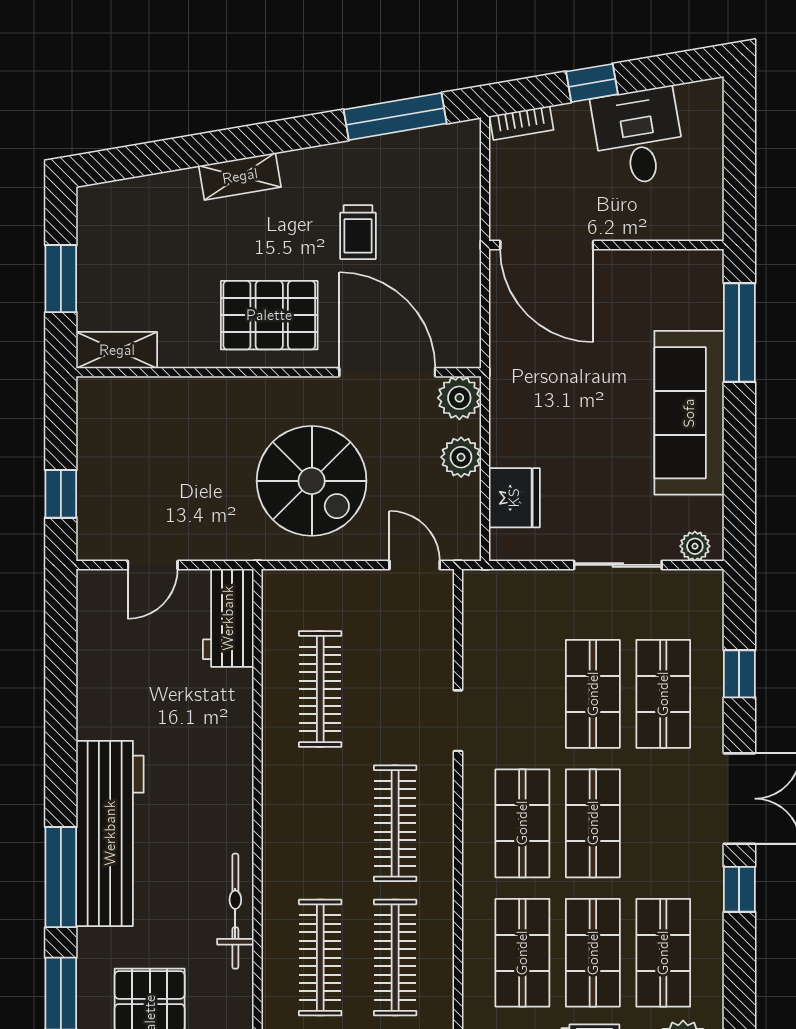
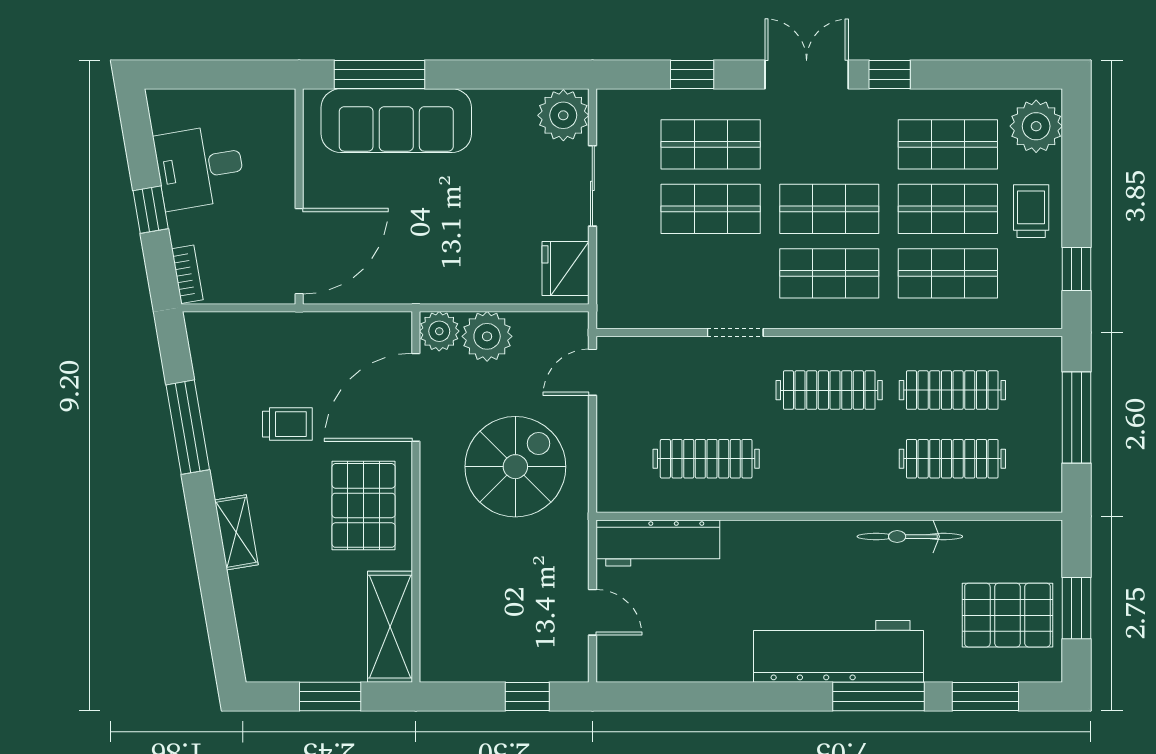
window: (395, 117) -> (188, 427), moved
shelving: (117, 350) -> (390, 627), width x1.50, depth x1.33
sofa: (689, 413) -> (396, 121), moved
plant: (461, 457) -> (487, 336), width x1.36, depth x1.36
fridge: (514, 498) -> (566, 269), moved, turned -90
plant: (695, 546) -> (563, 115), width x1.87, depth x1.87
workbench: (228, 618) -> (658, 543), width x1.37

